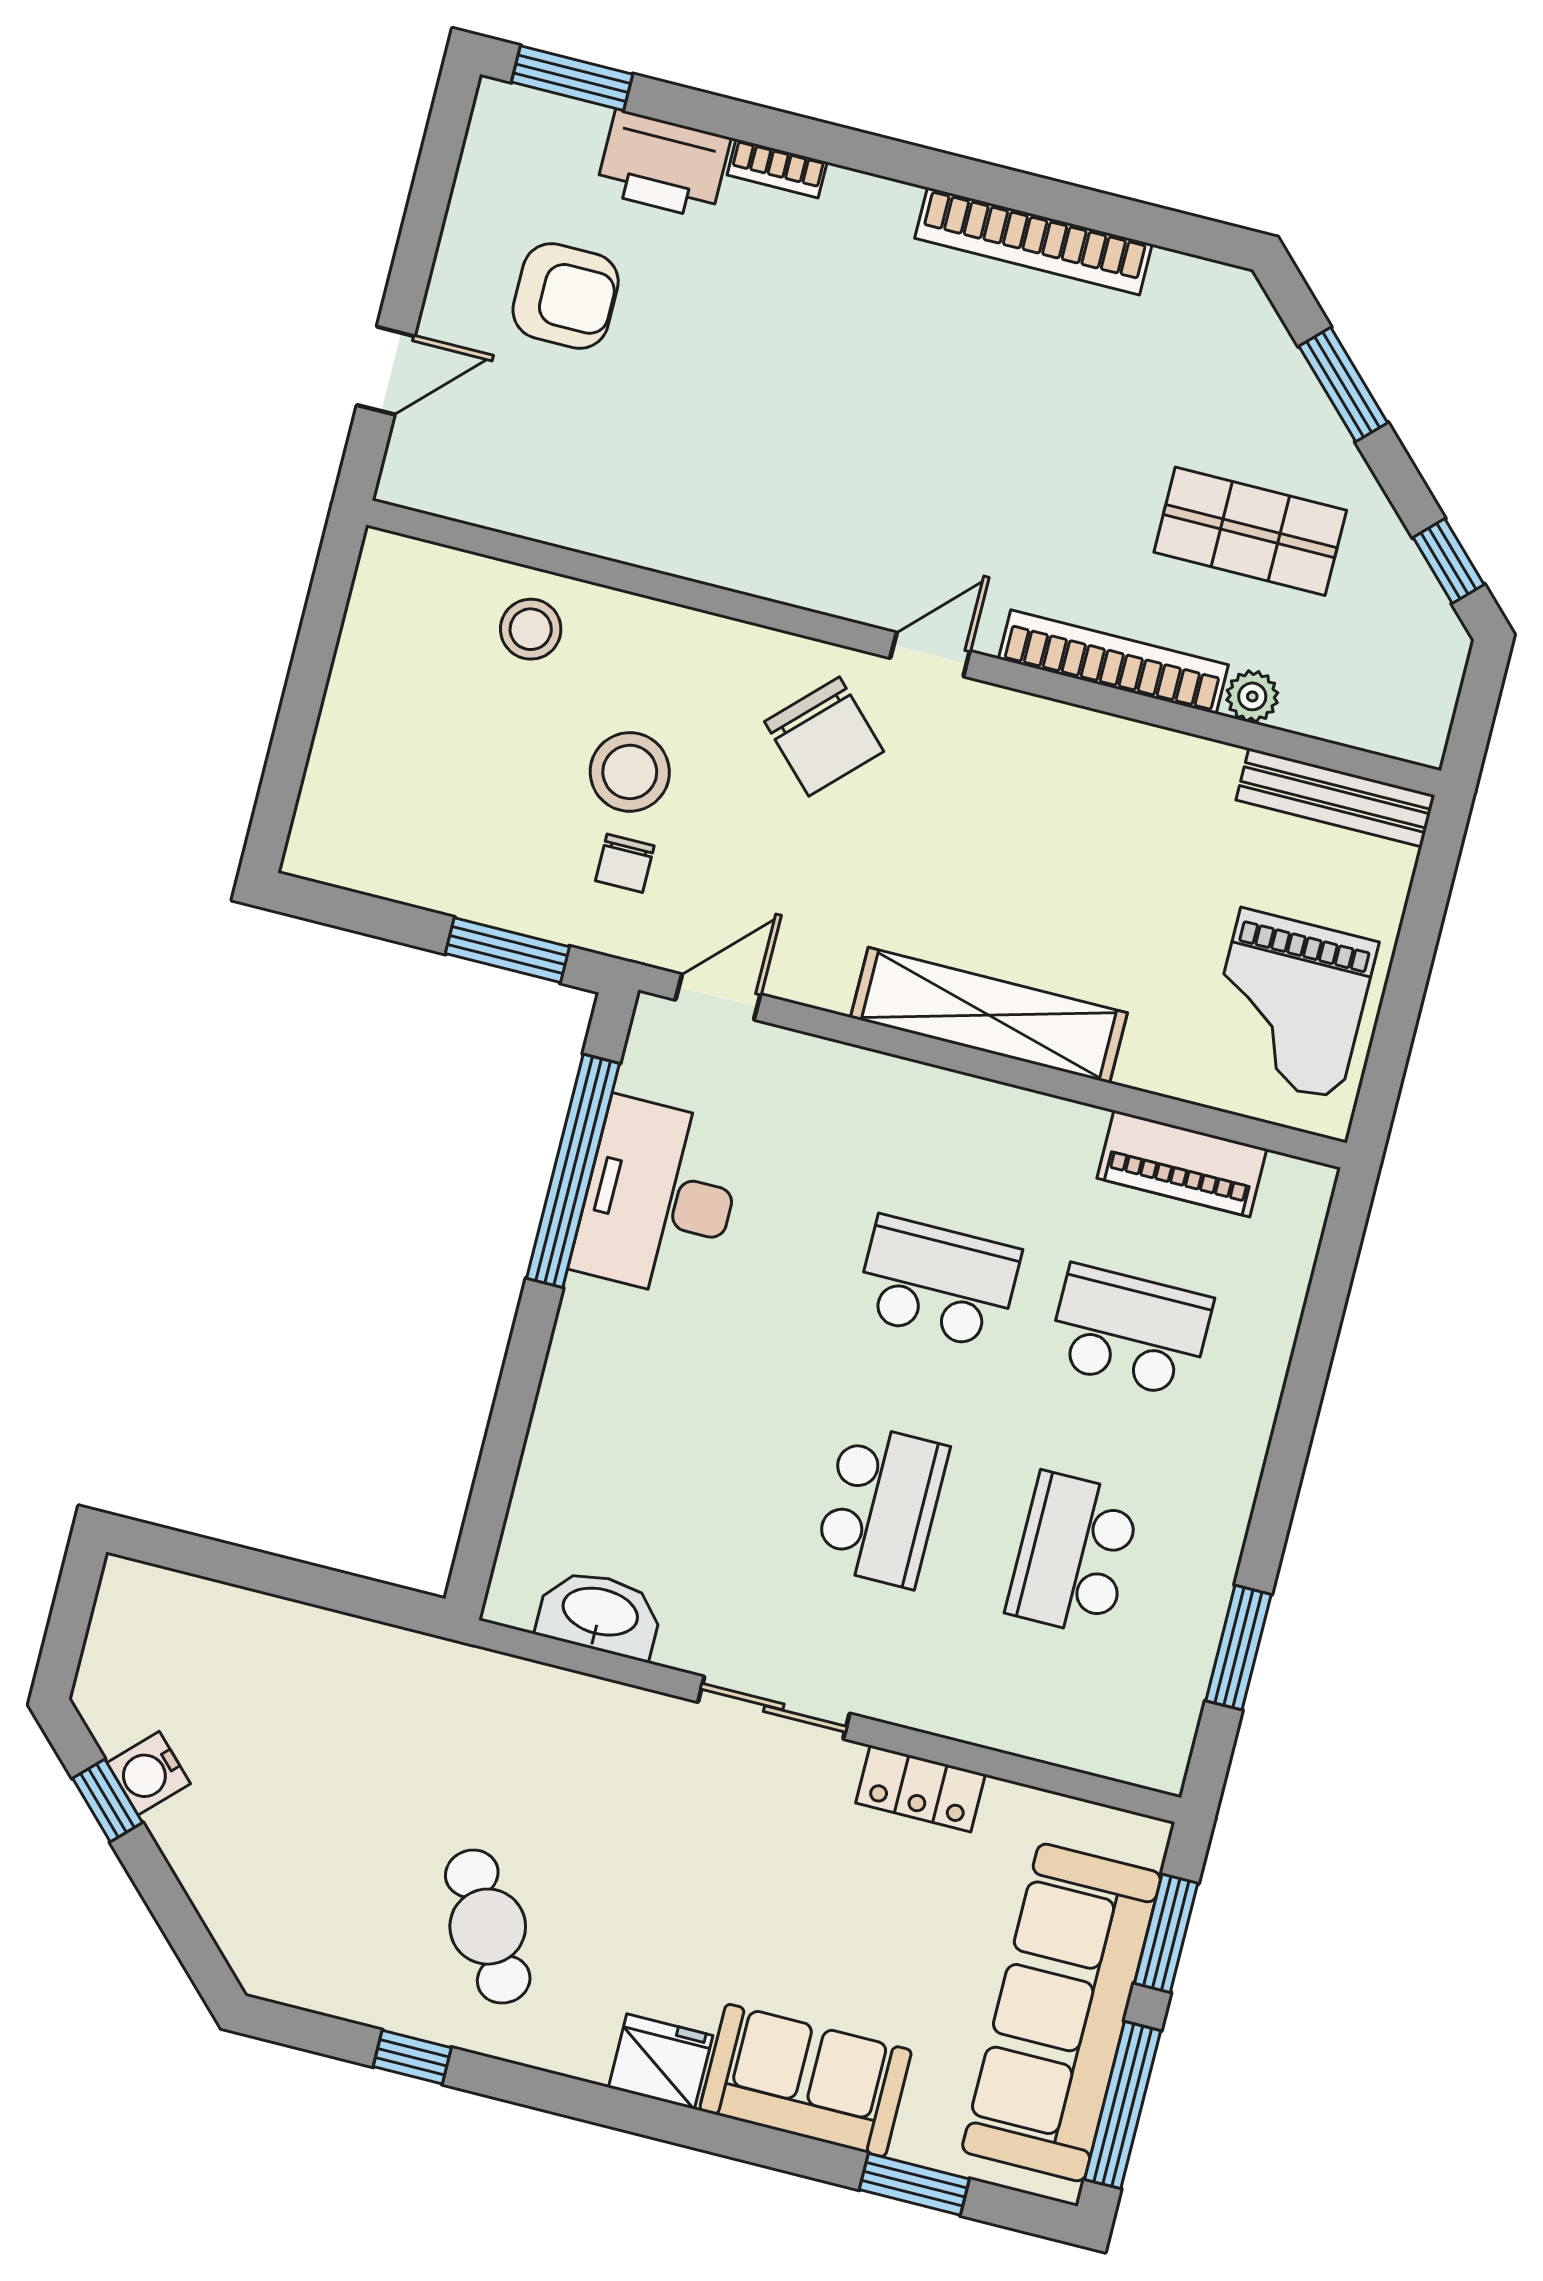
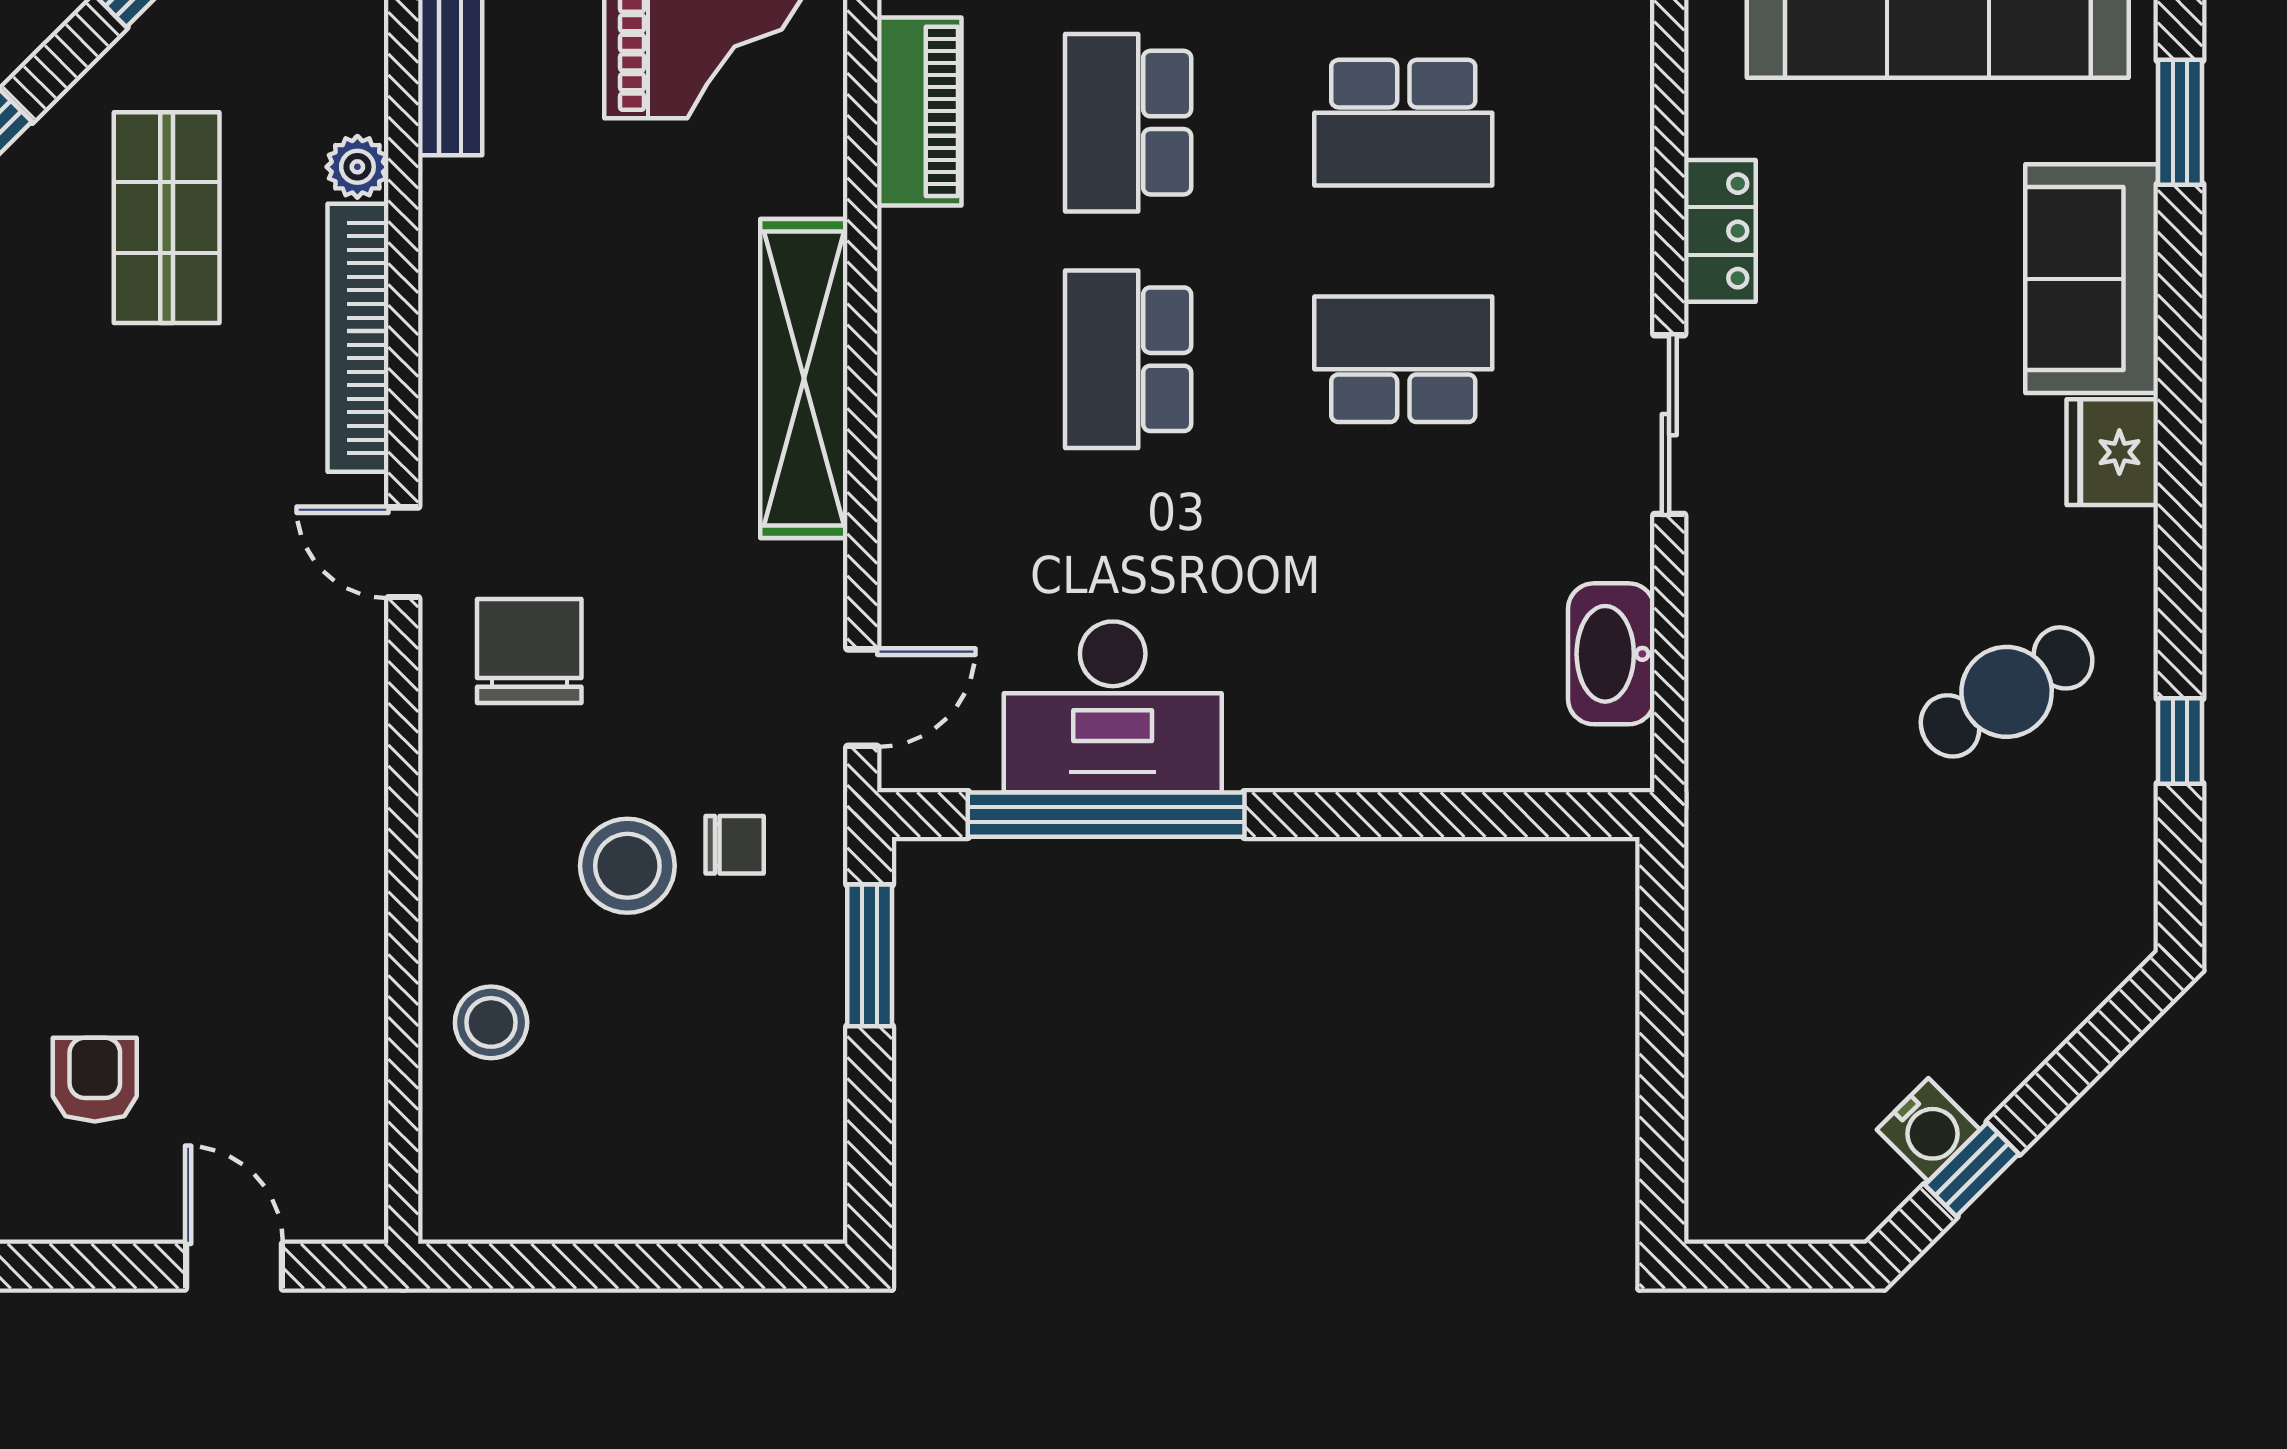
armchair: (566, 296) -> (95, 1080), width x0.72, depth x0.72
chair: (824, 736) -> (529, 651), turned -45
door: (718, 997) -> (862, 698), swing flipped

